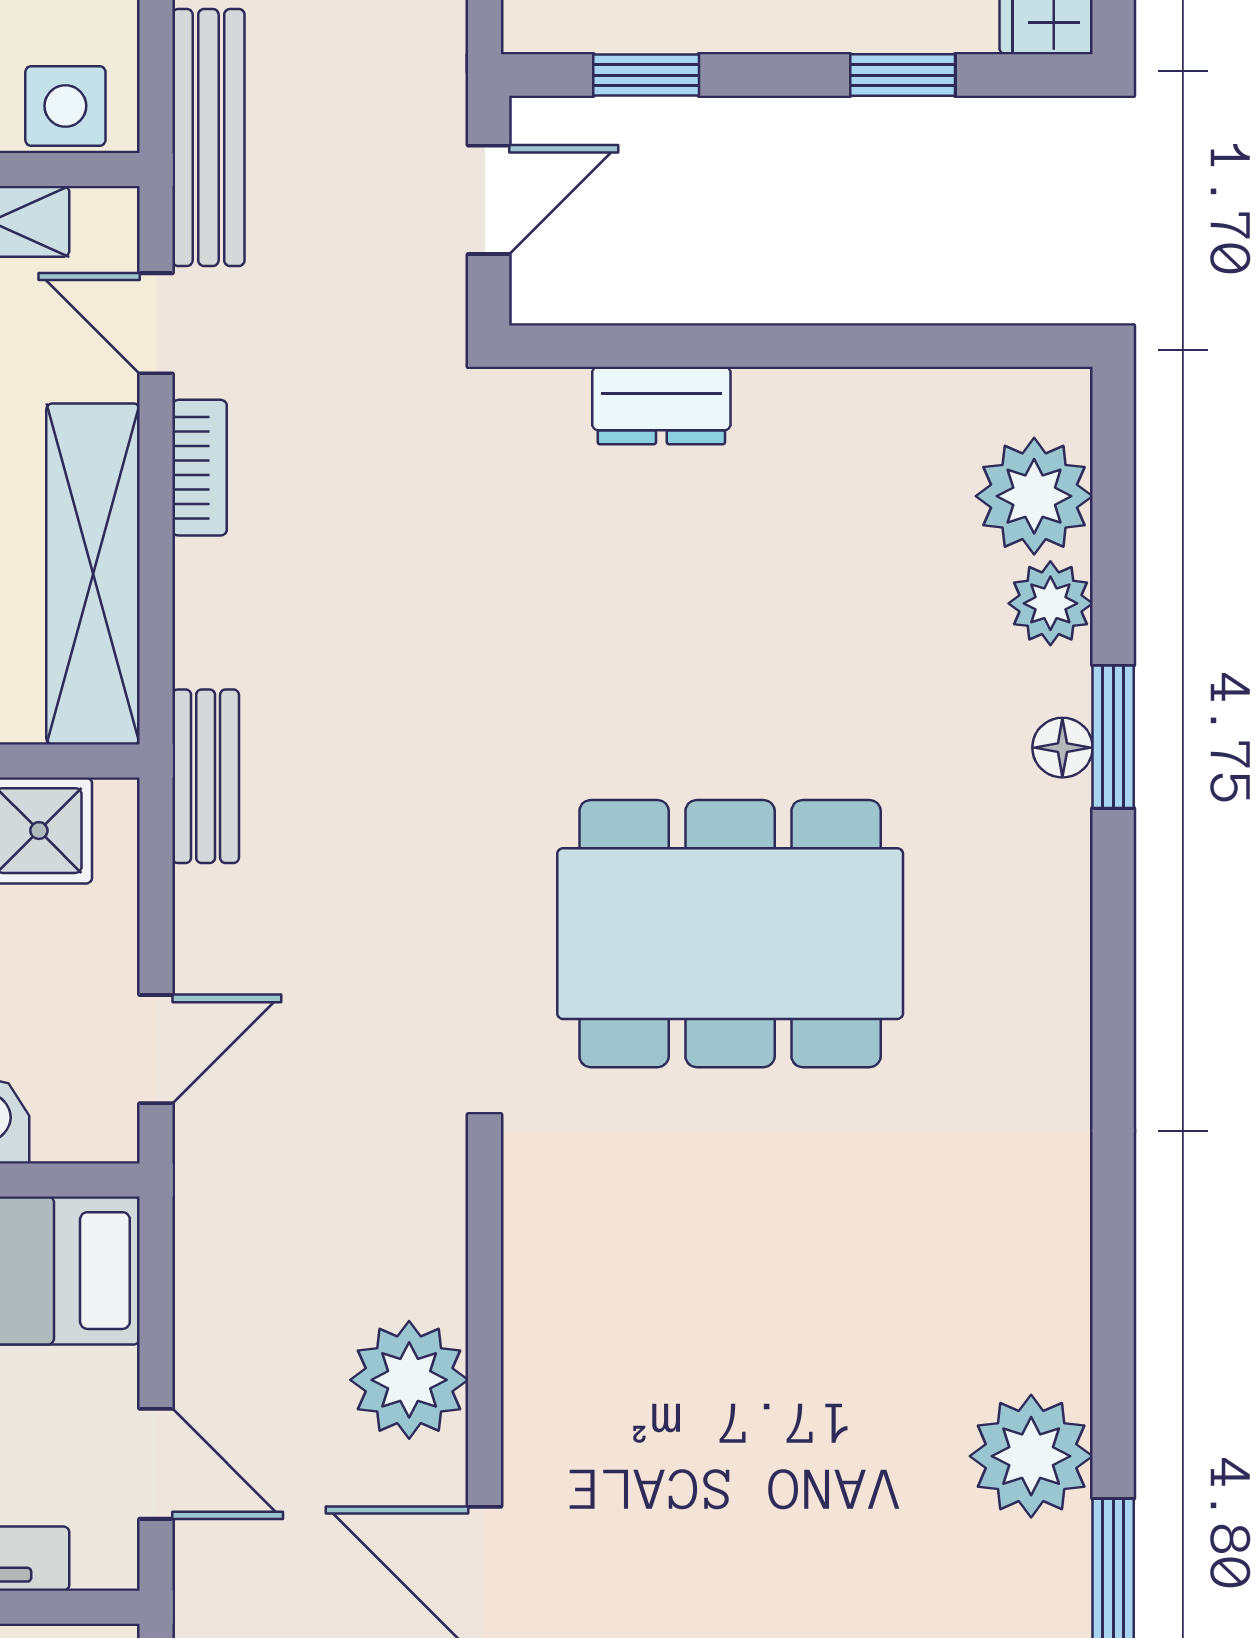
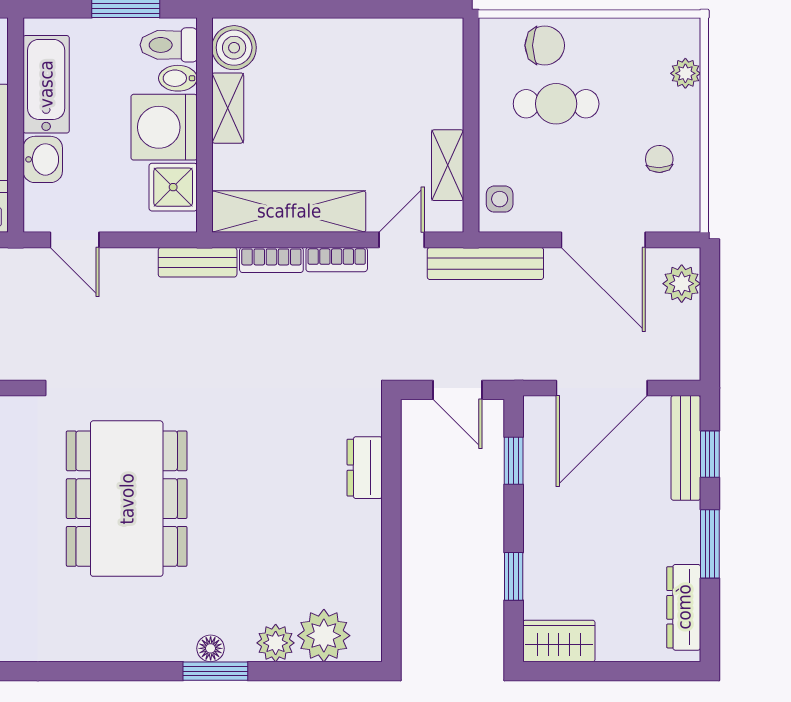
side table: (65, 106) -> (500, 199), width x0.73, depth x0.73
bookcase: (200, 612) -> (271, 260), added

